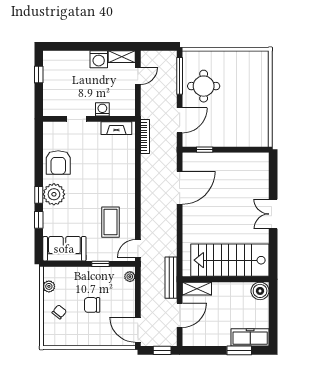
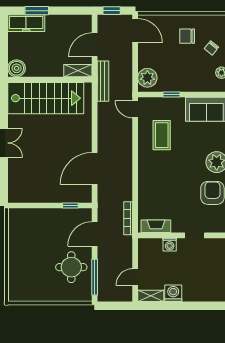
door: (138, 249) -> (135, 109), swing flipped
plant: (130, 277) -> (147, 78), width x1.88, depth x1.88
chair: (92, 305) -> (187, 36), moved, turned 180

